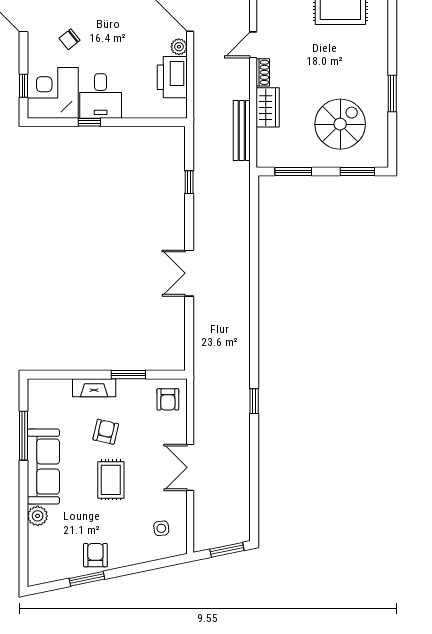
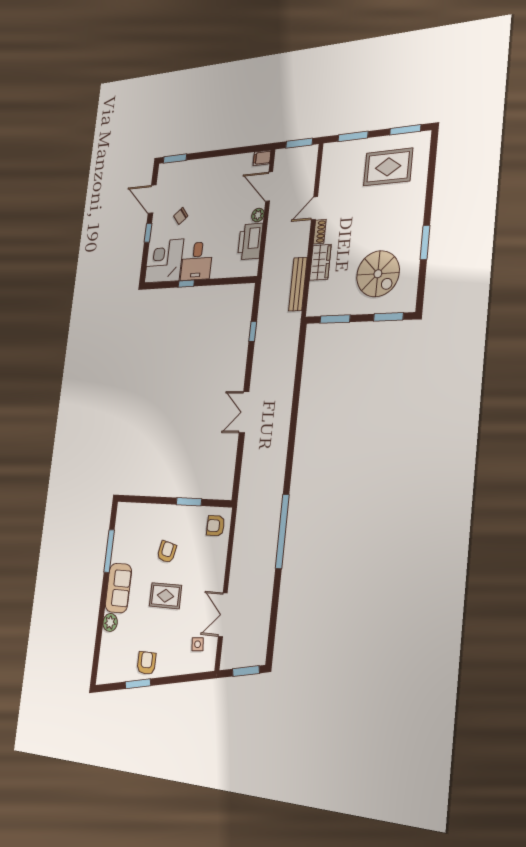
window: (23, 86) -> (148, 233), moved
spiral stairs: (340, 124) -> (378, 274), turned 90
fireplace: (94, 388) -> (163, 512), removed
armchair: (168, 399) -> (216, 526), turned 90
window: (254, 401) -> (282, 531), width x3.17
sofa: (43, 467) -> (118, 588), width x0.73
double door: (190, 467) -> (223, 615), moved
rug: (111, 480) -> (165, 596), turned 90

